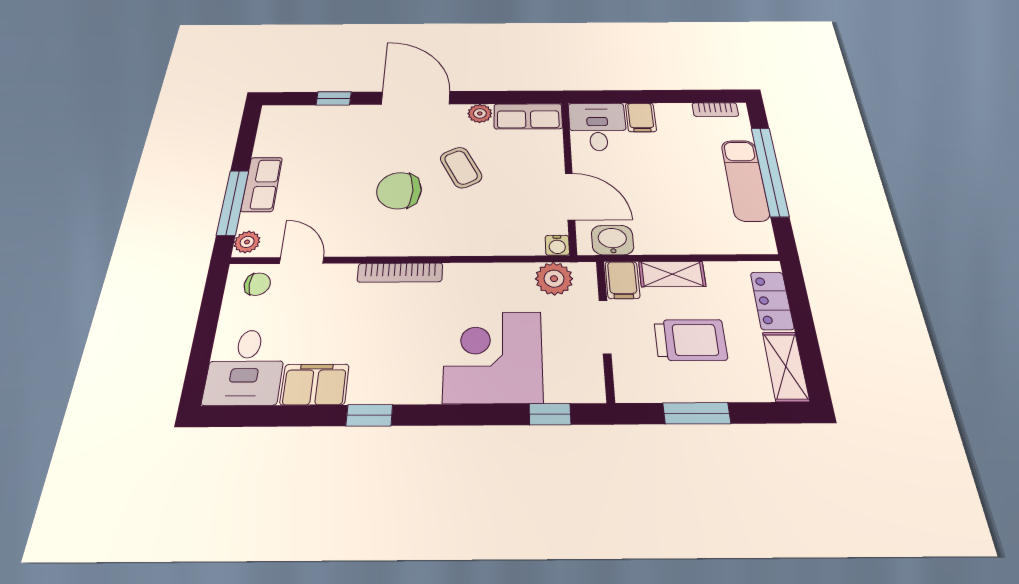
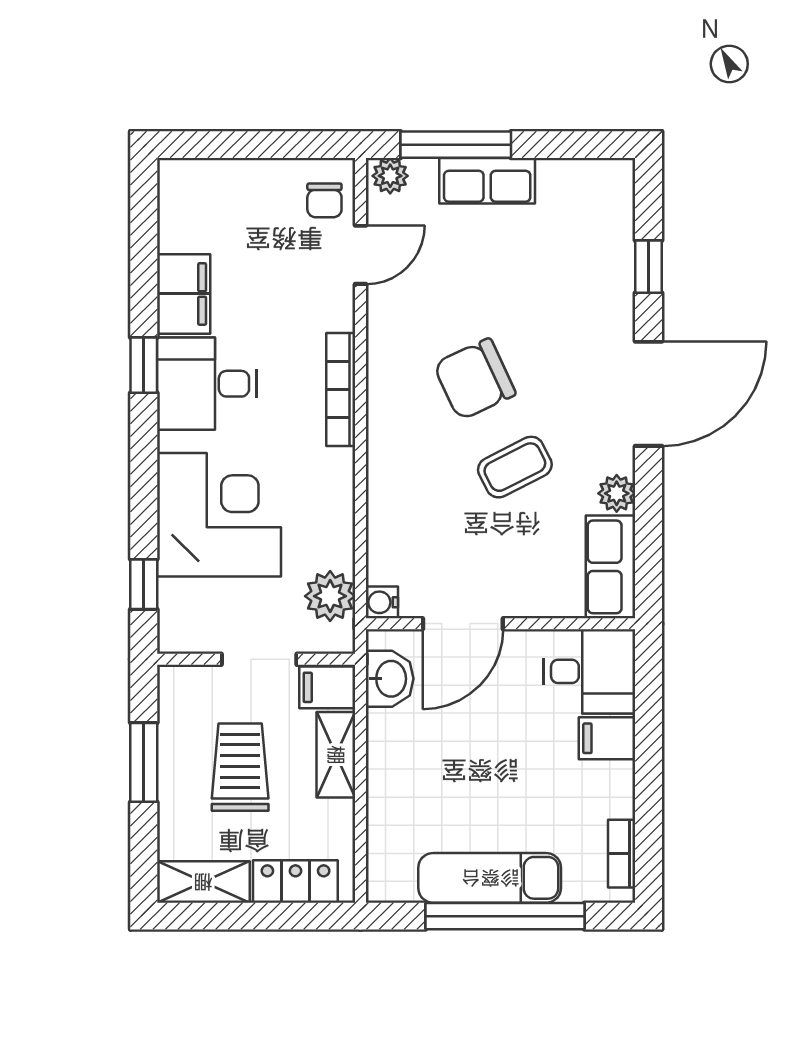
chair: (399, 191) -> (475, 379), turned -115
trolley: (690, 340) -> (240, 767), turned 180
desk: (245, 367) -> (207, 384), moved

